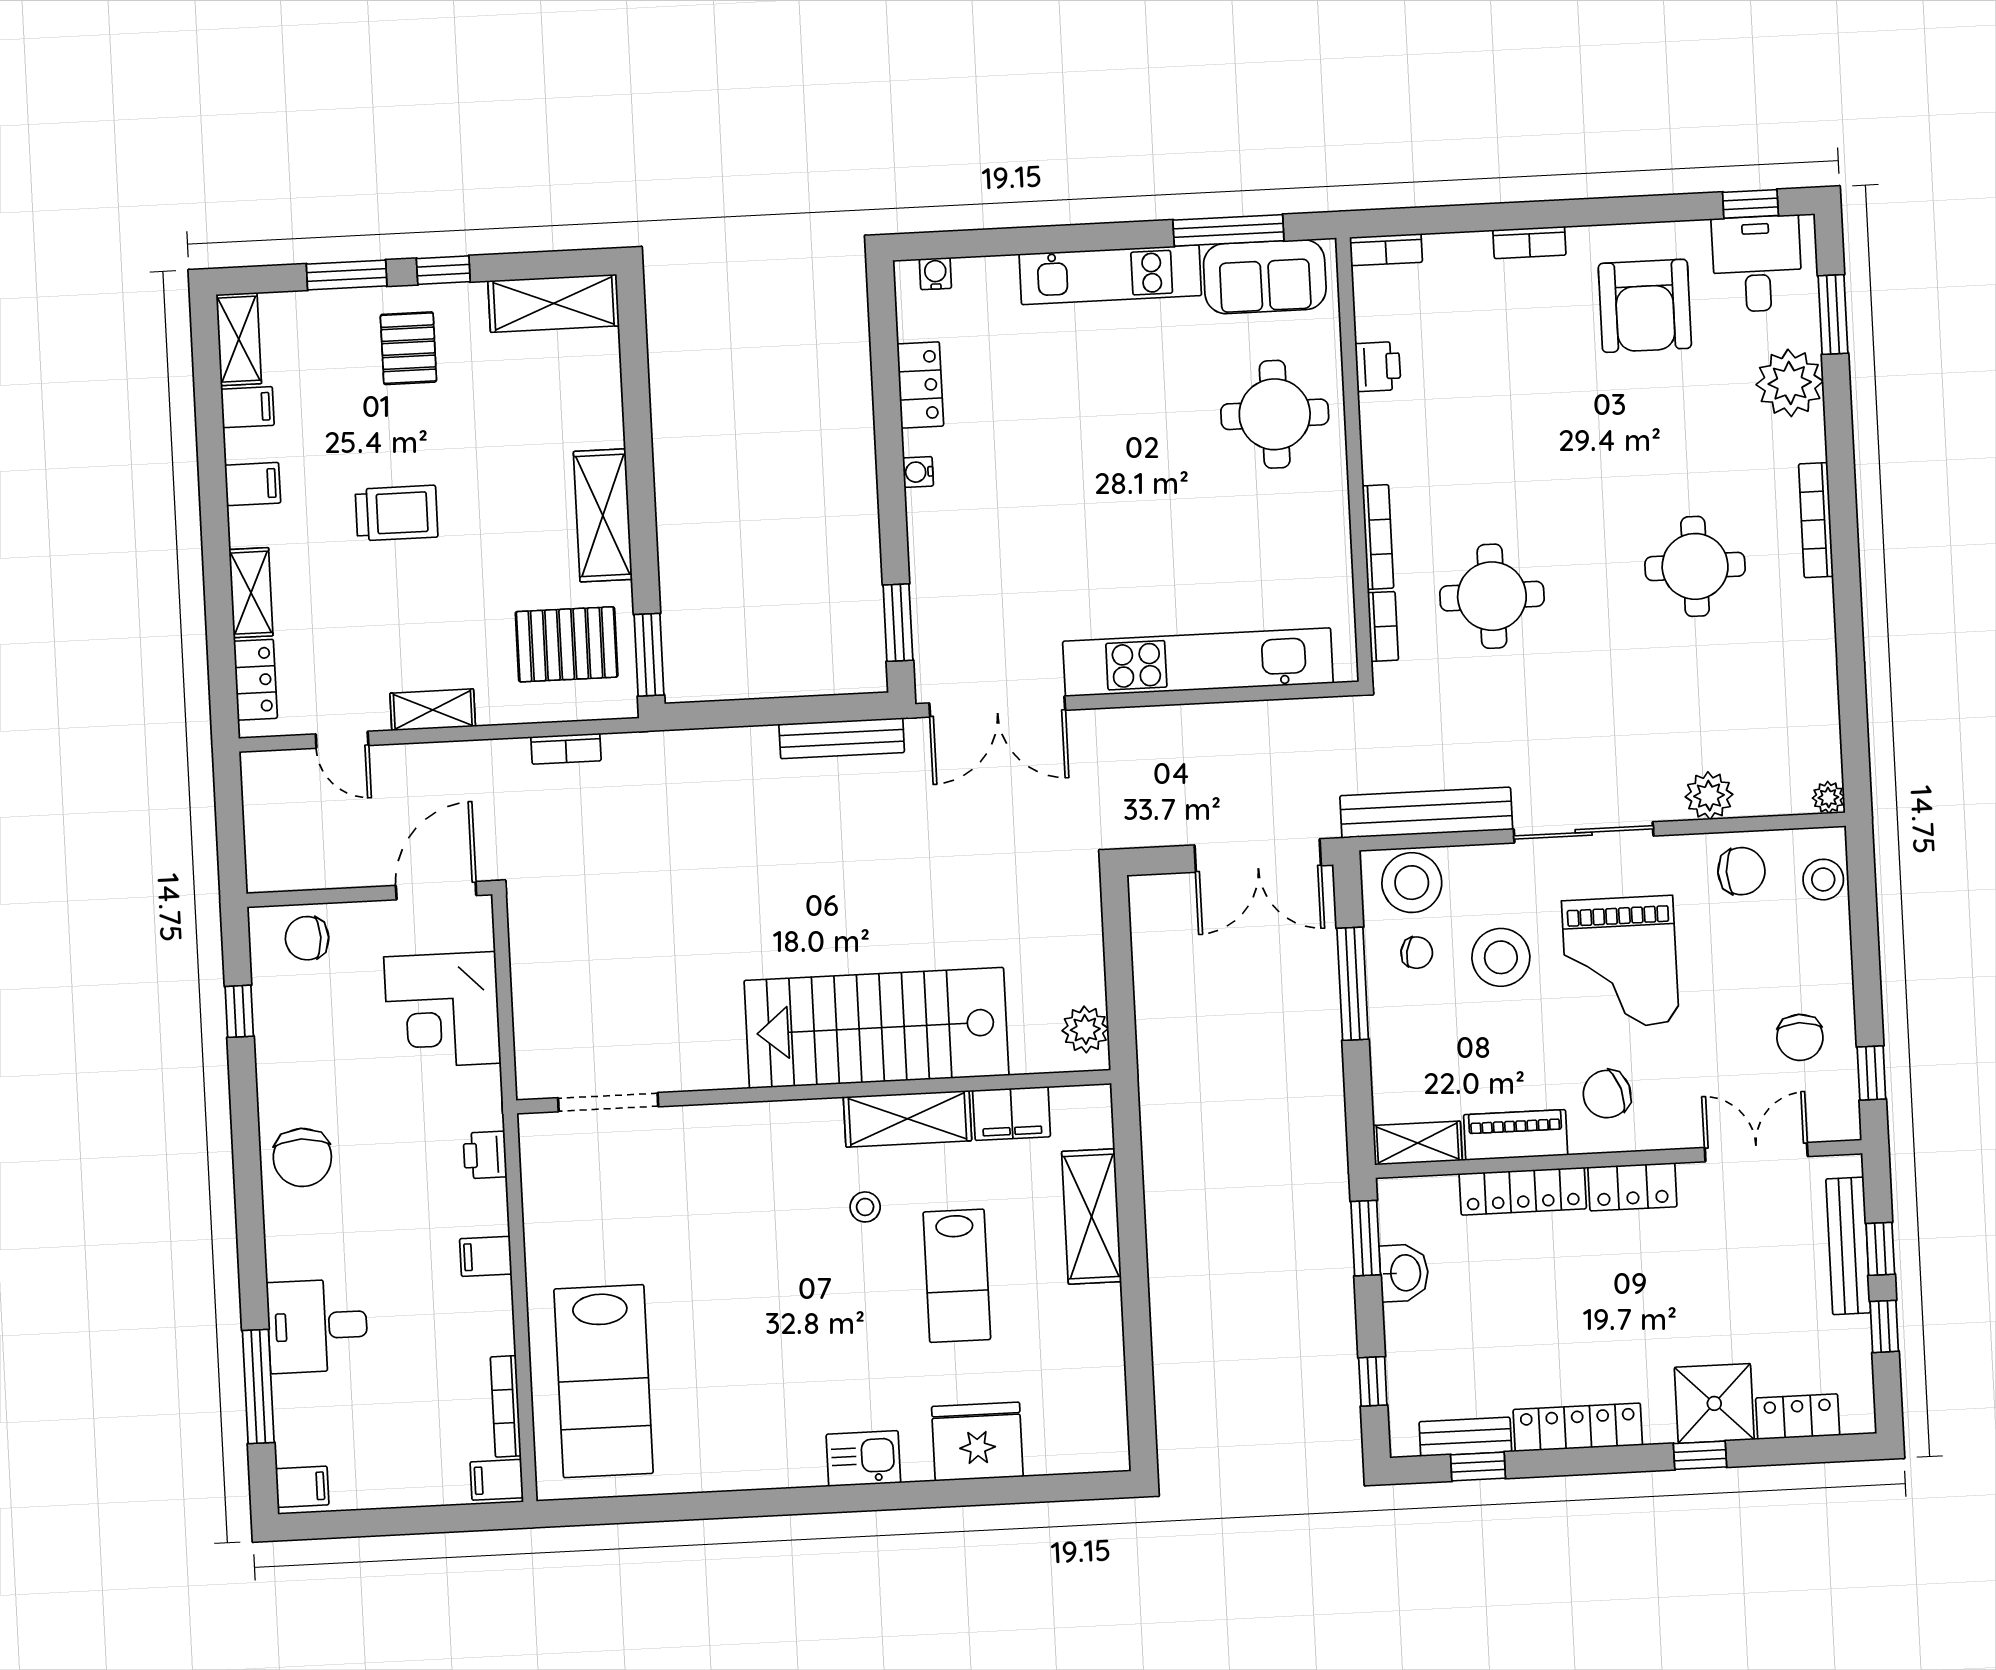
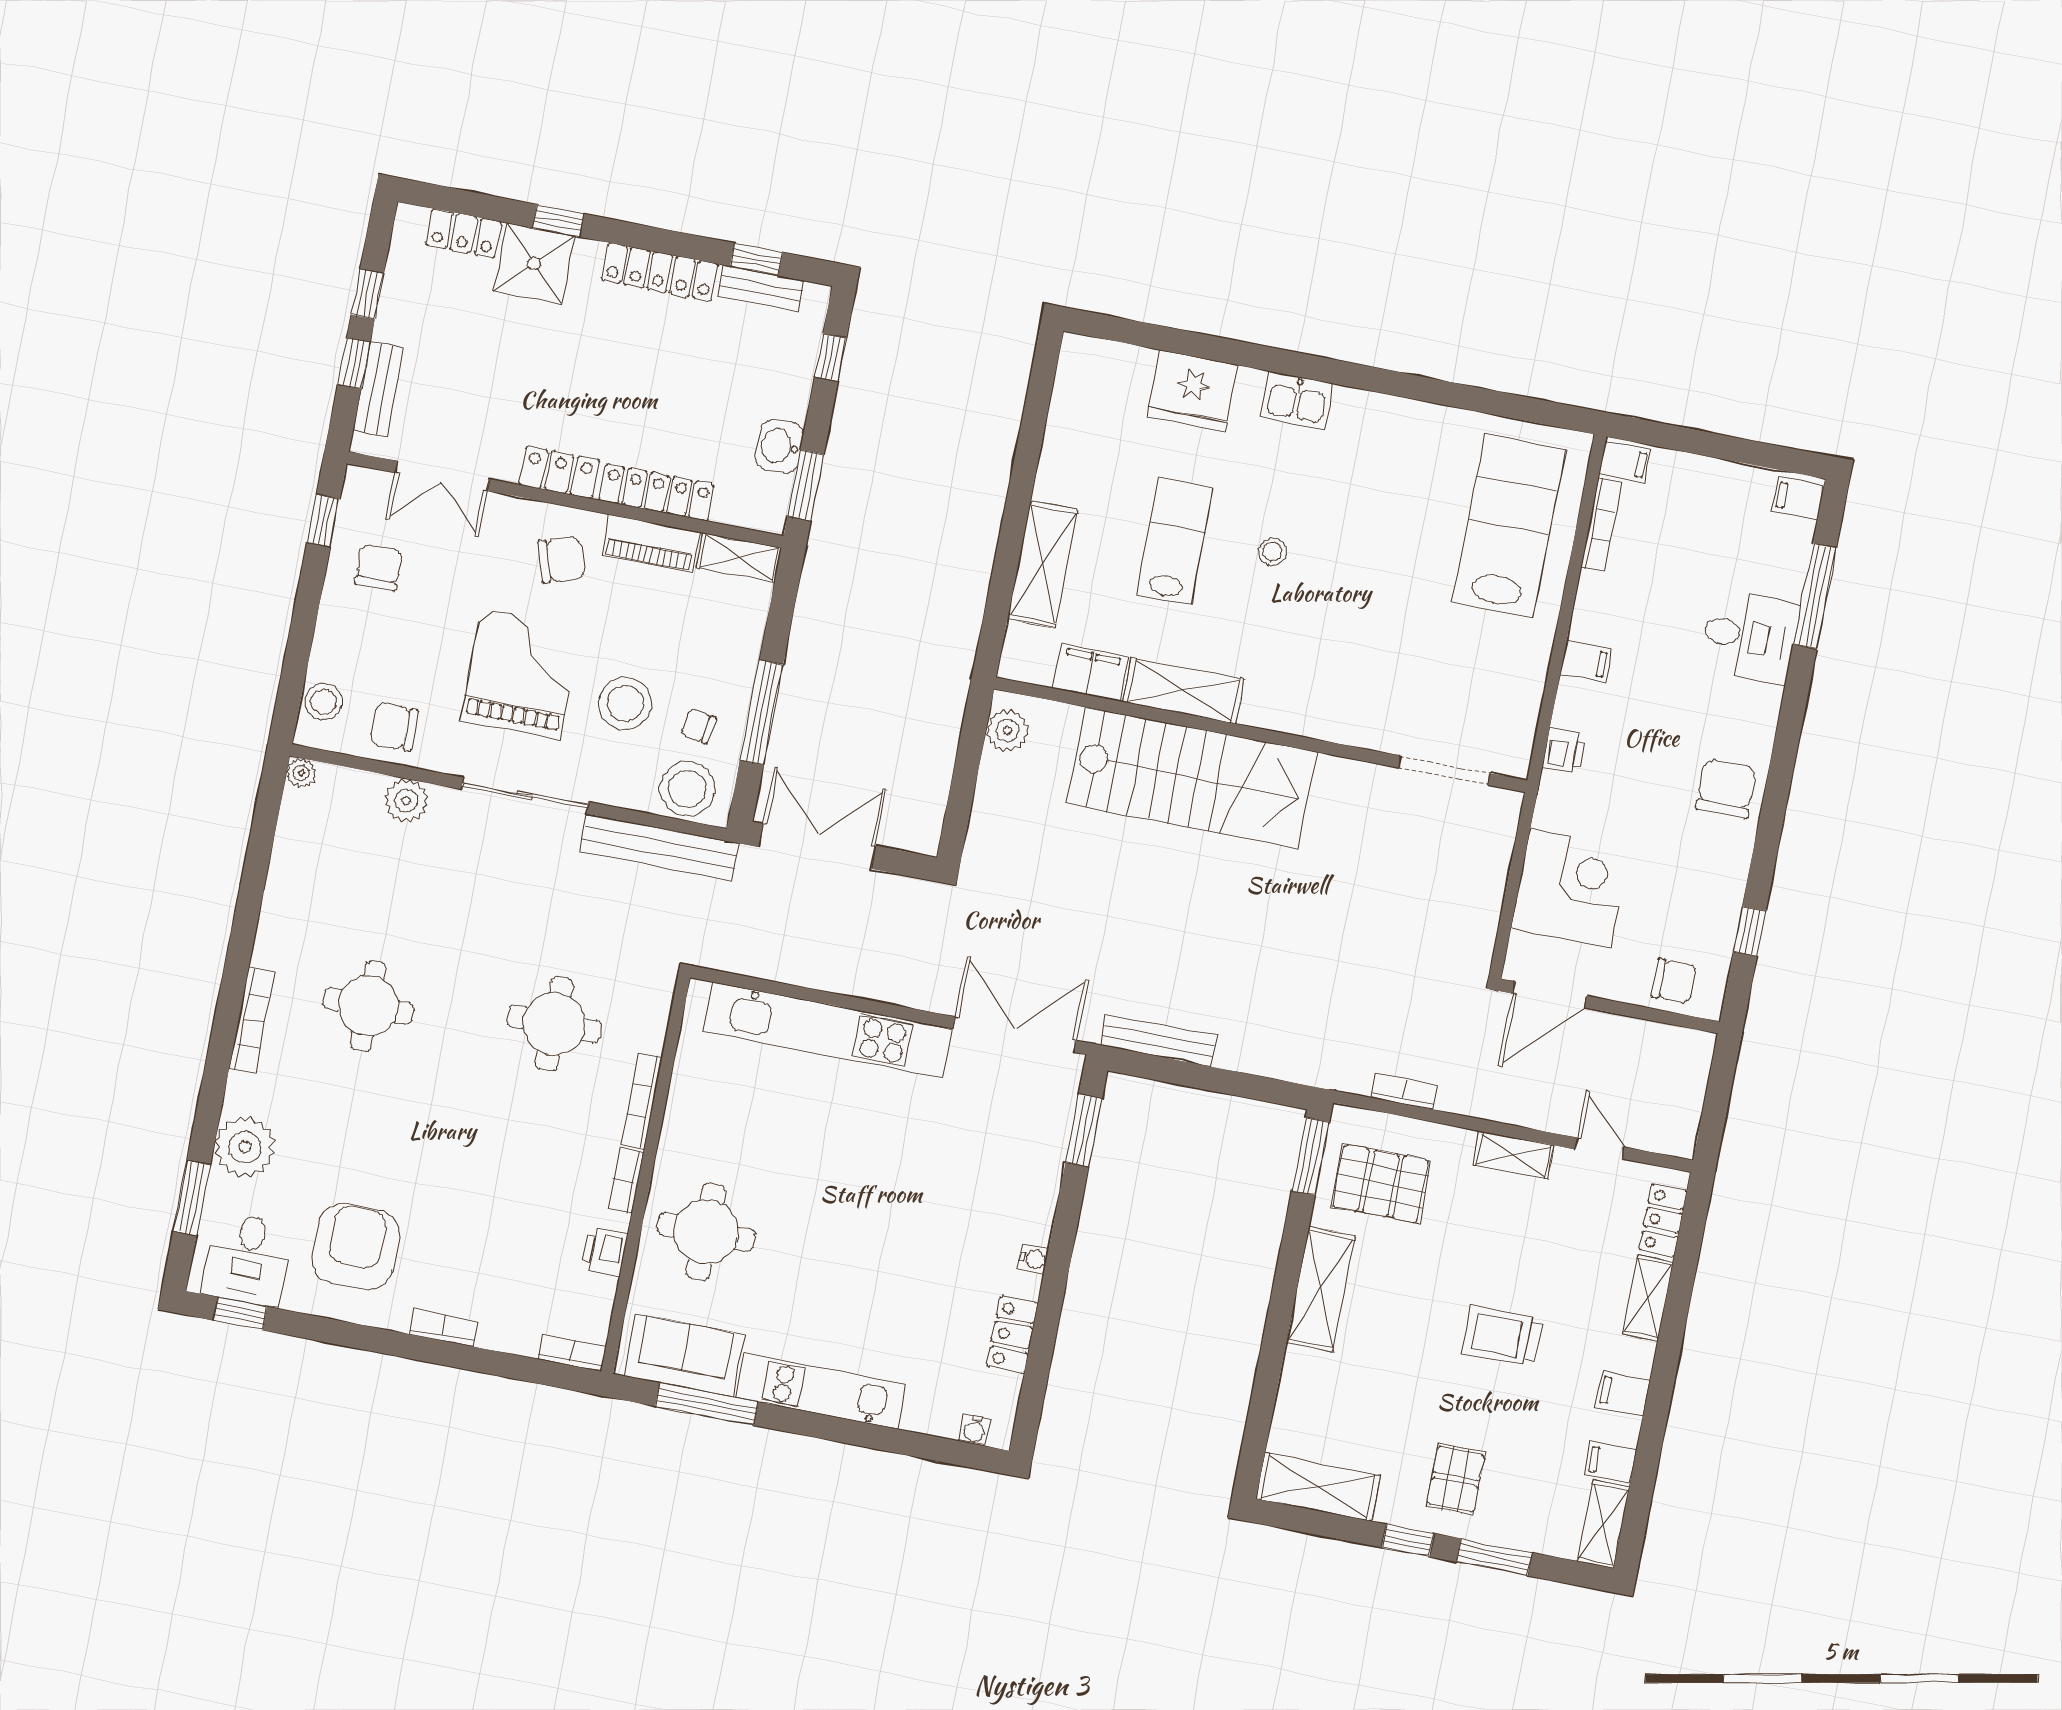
bookcase: (1383, 626) -> (626, 1181), moved
stool: (865, 1207) -> (1272, 552), moved
bench: (1848, 1246) -> (378, 389), width x0.73

